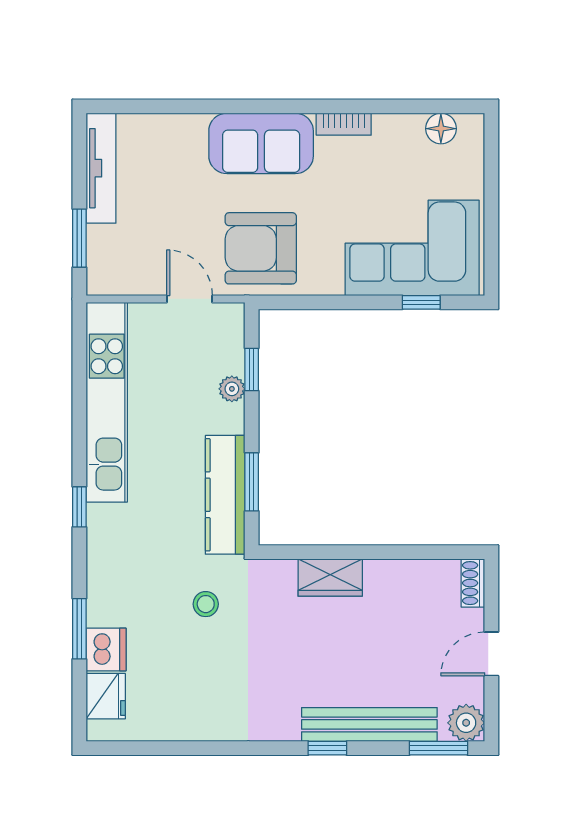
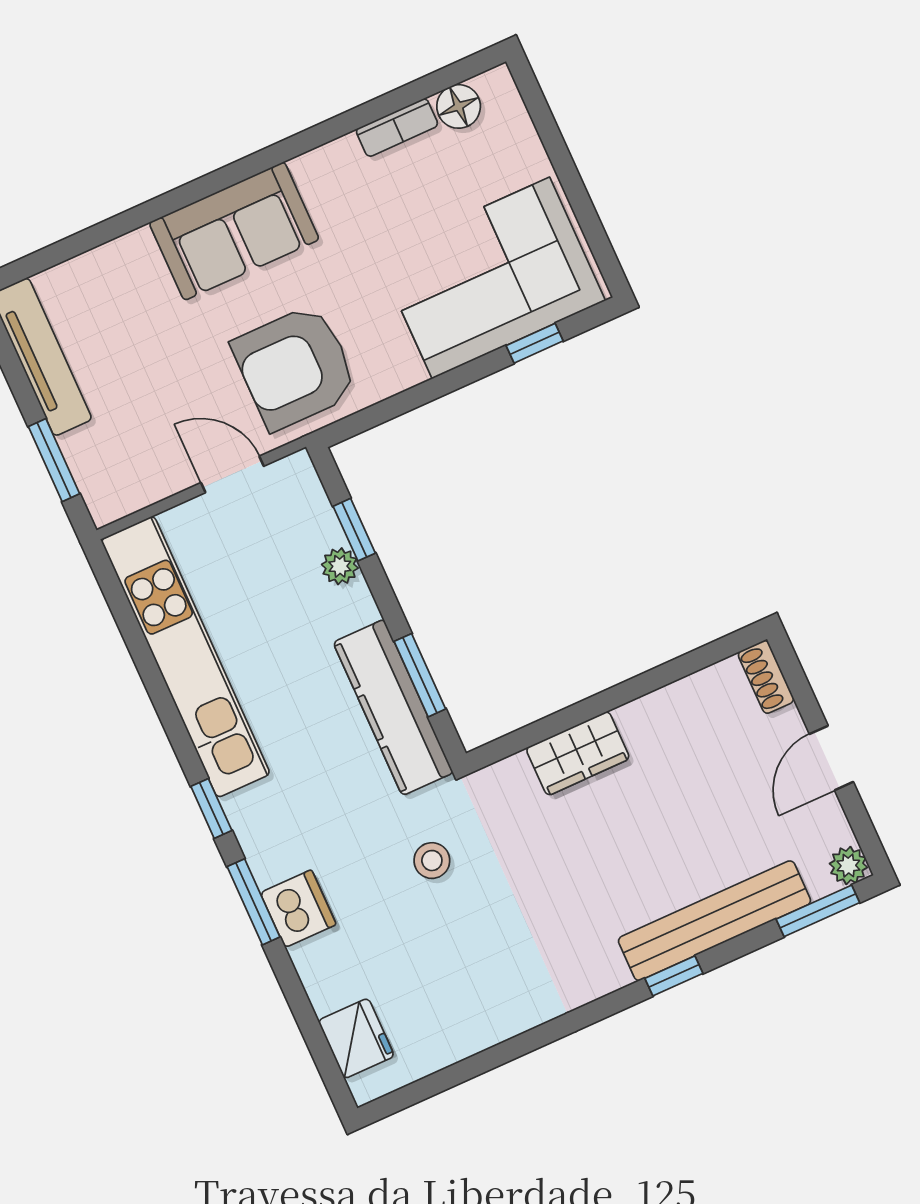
bookcase: (344, 124) -> (397, 127), moved
window: (79, 629) -> (253, 902), moved
dishwasher: (106, 649) -> (298, 909), moved
plant: (466, 723) -> (848, 866), width x0.73, depth x0.73

